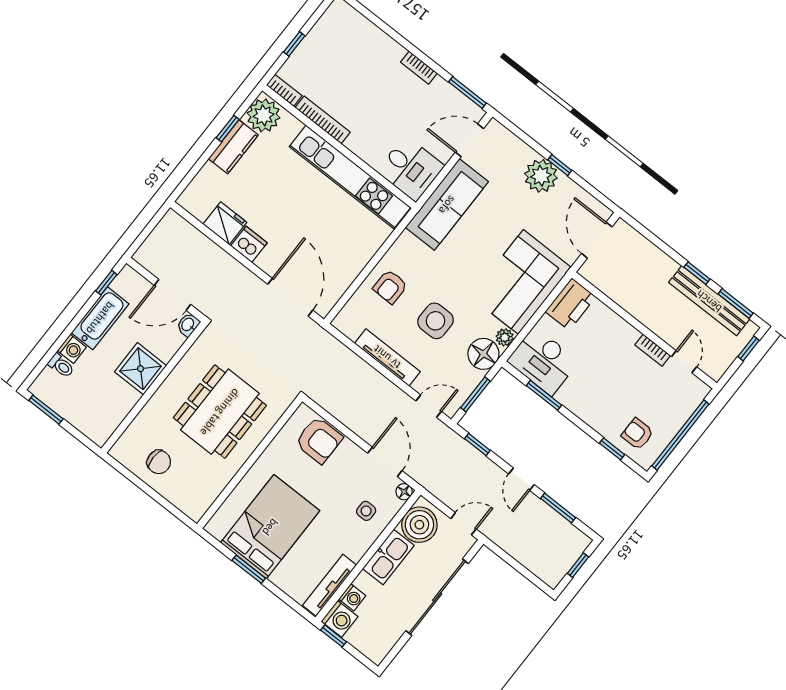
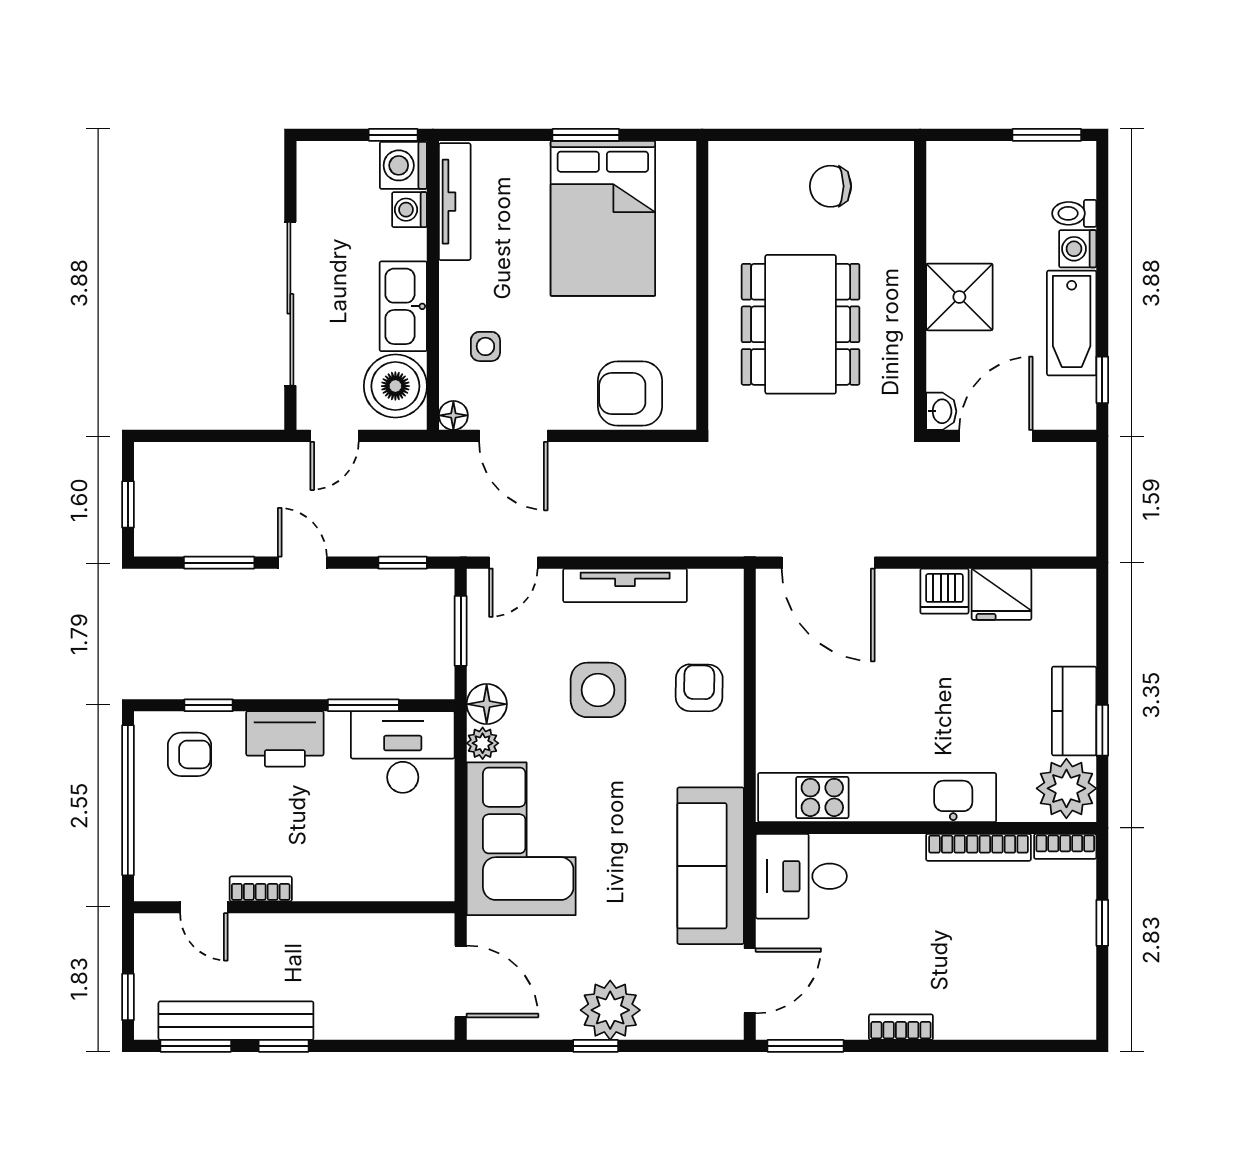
printer: (570, 304) -> (285, 739), moved, turned -90
floor lamp: (483, 354) -> (487, 704), width x0.73, depth x0.73

